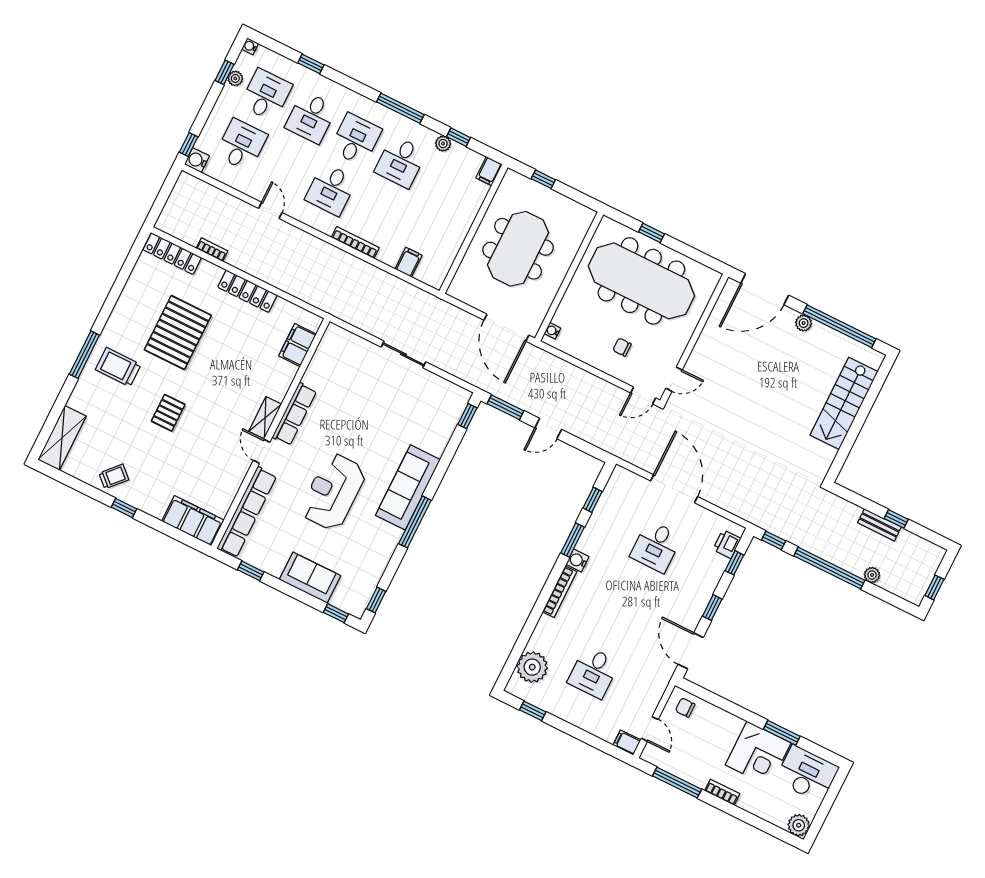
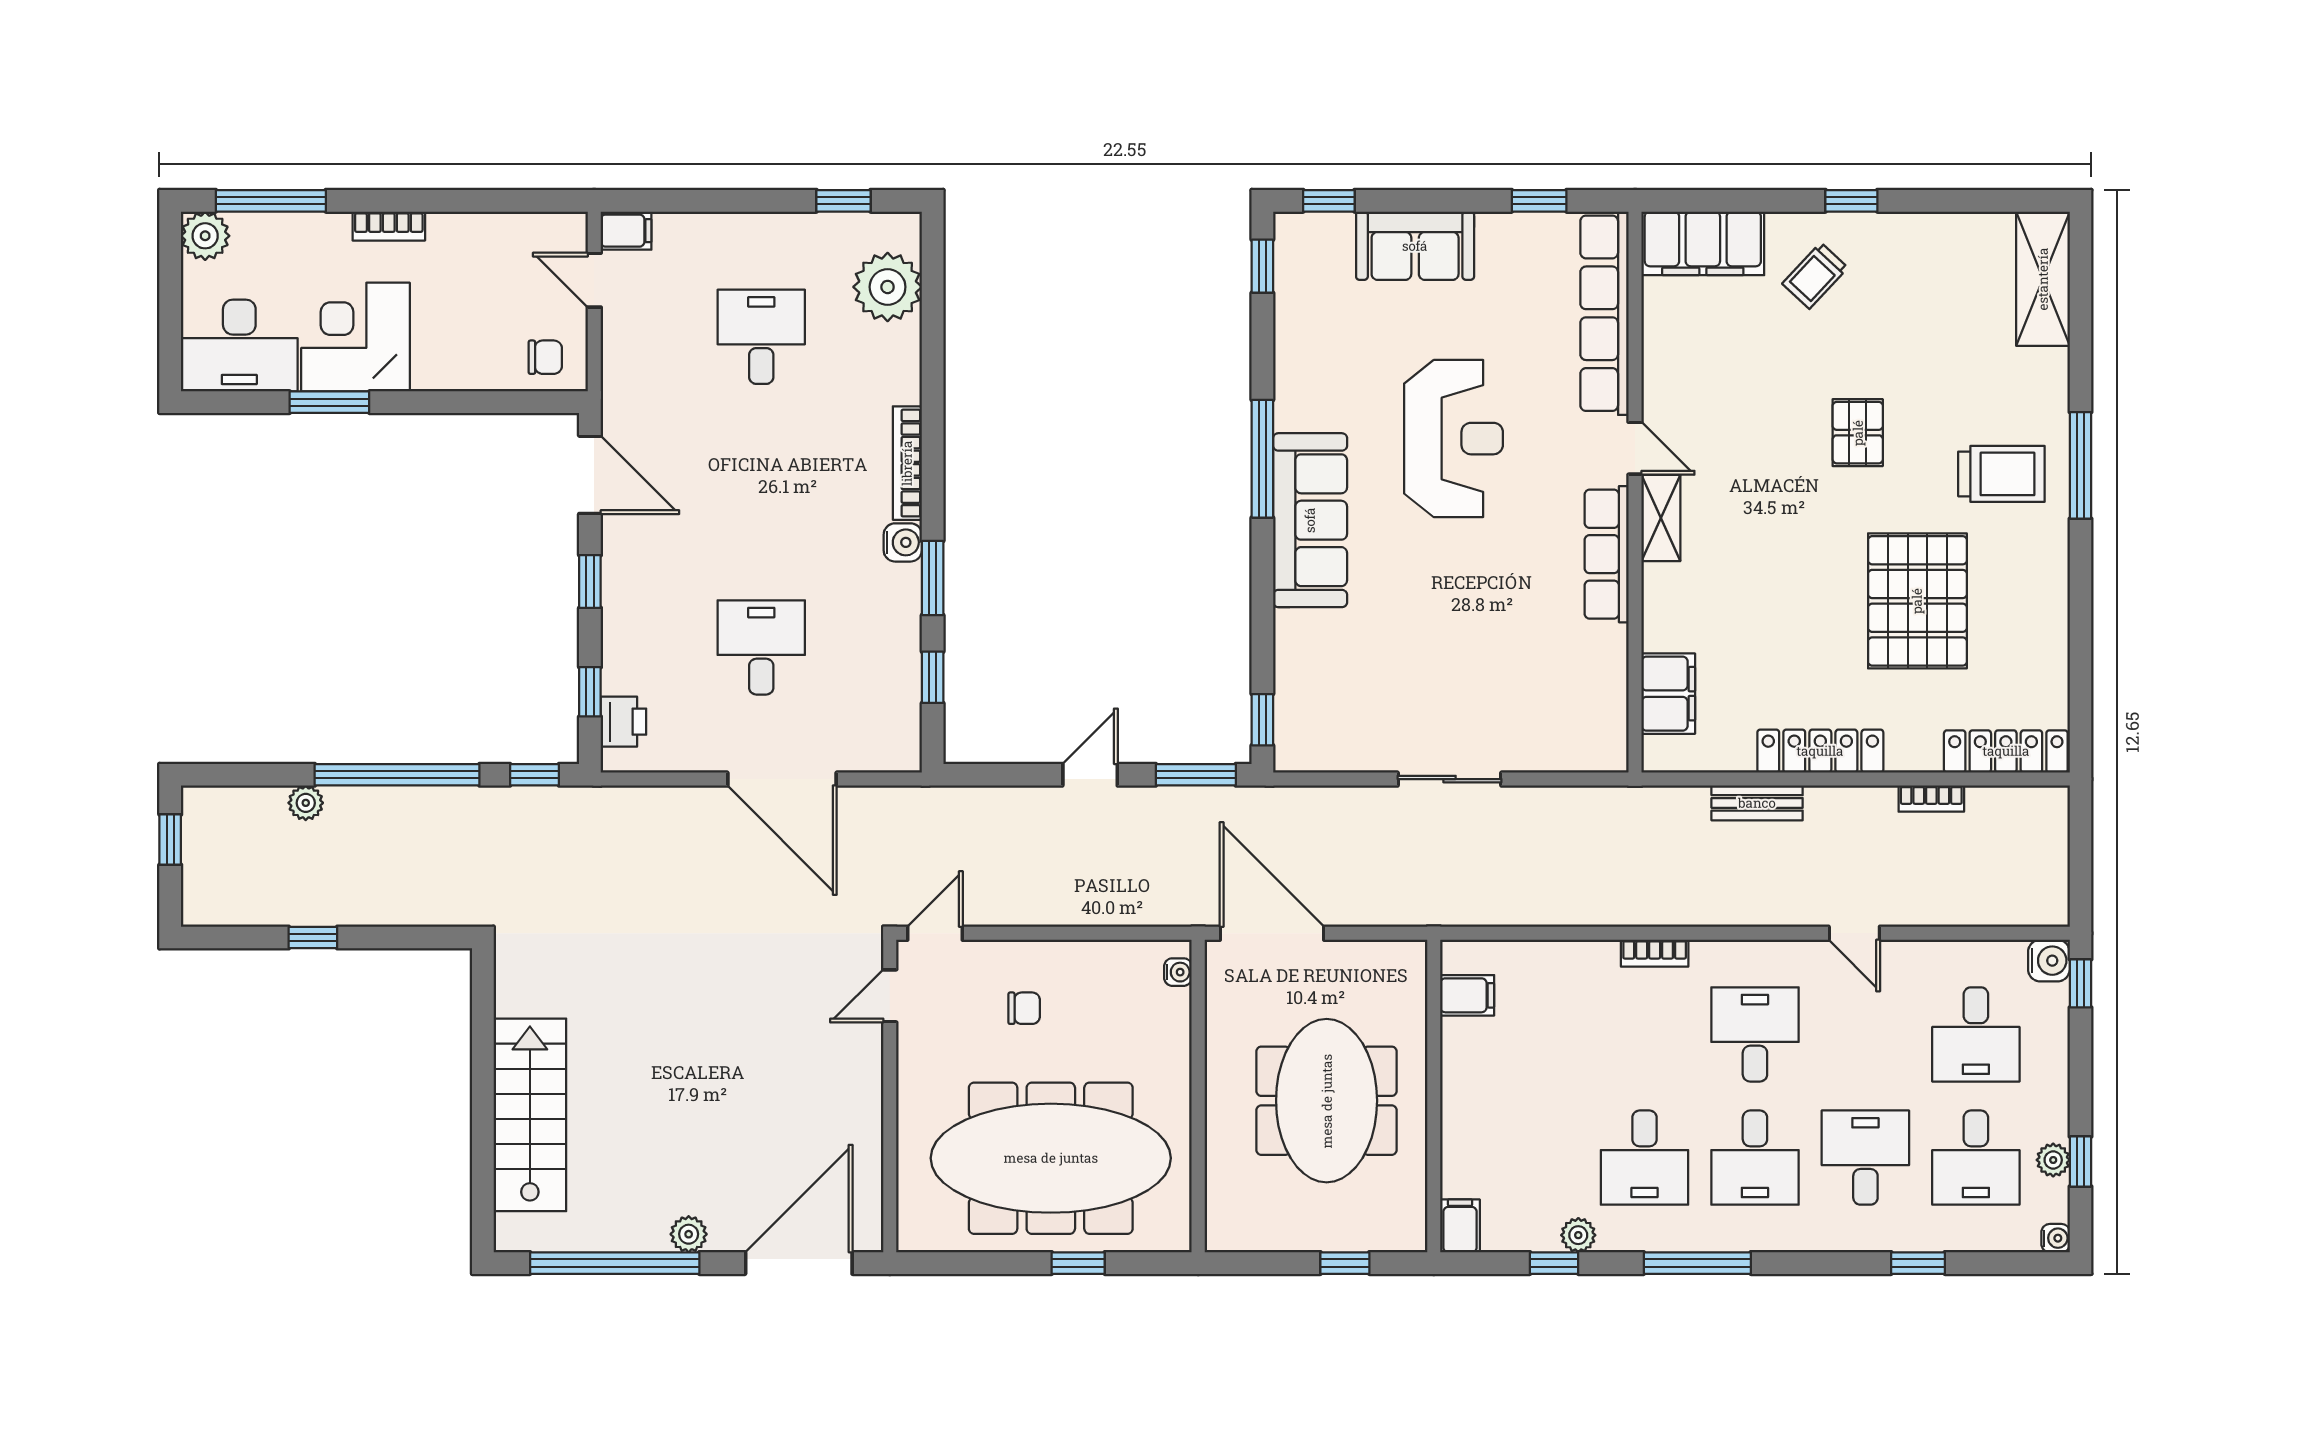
desk: (401, 162) -> (1645, 1158), turned 180
bookcase: (355, 243) -> (1655, 953), width x0.64
filing cabinet: (409, 262) -> (1467, 995), moved, turned -90
trolley: (114, 476) -> (1815, 276), moved
bench: (879, 525) -> (1757, 803), moved
window: (677, 783) -> (271, 201), moved

